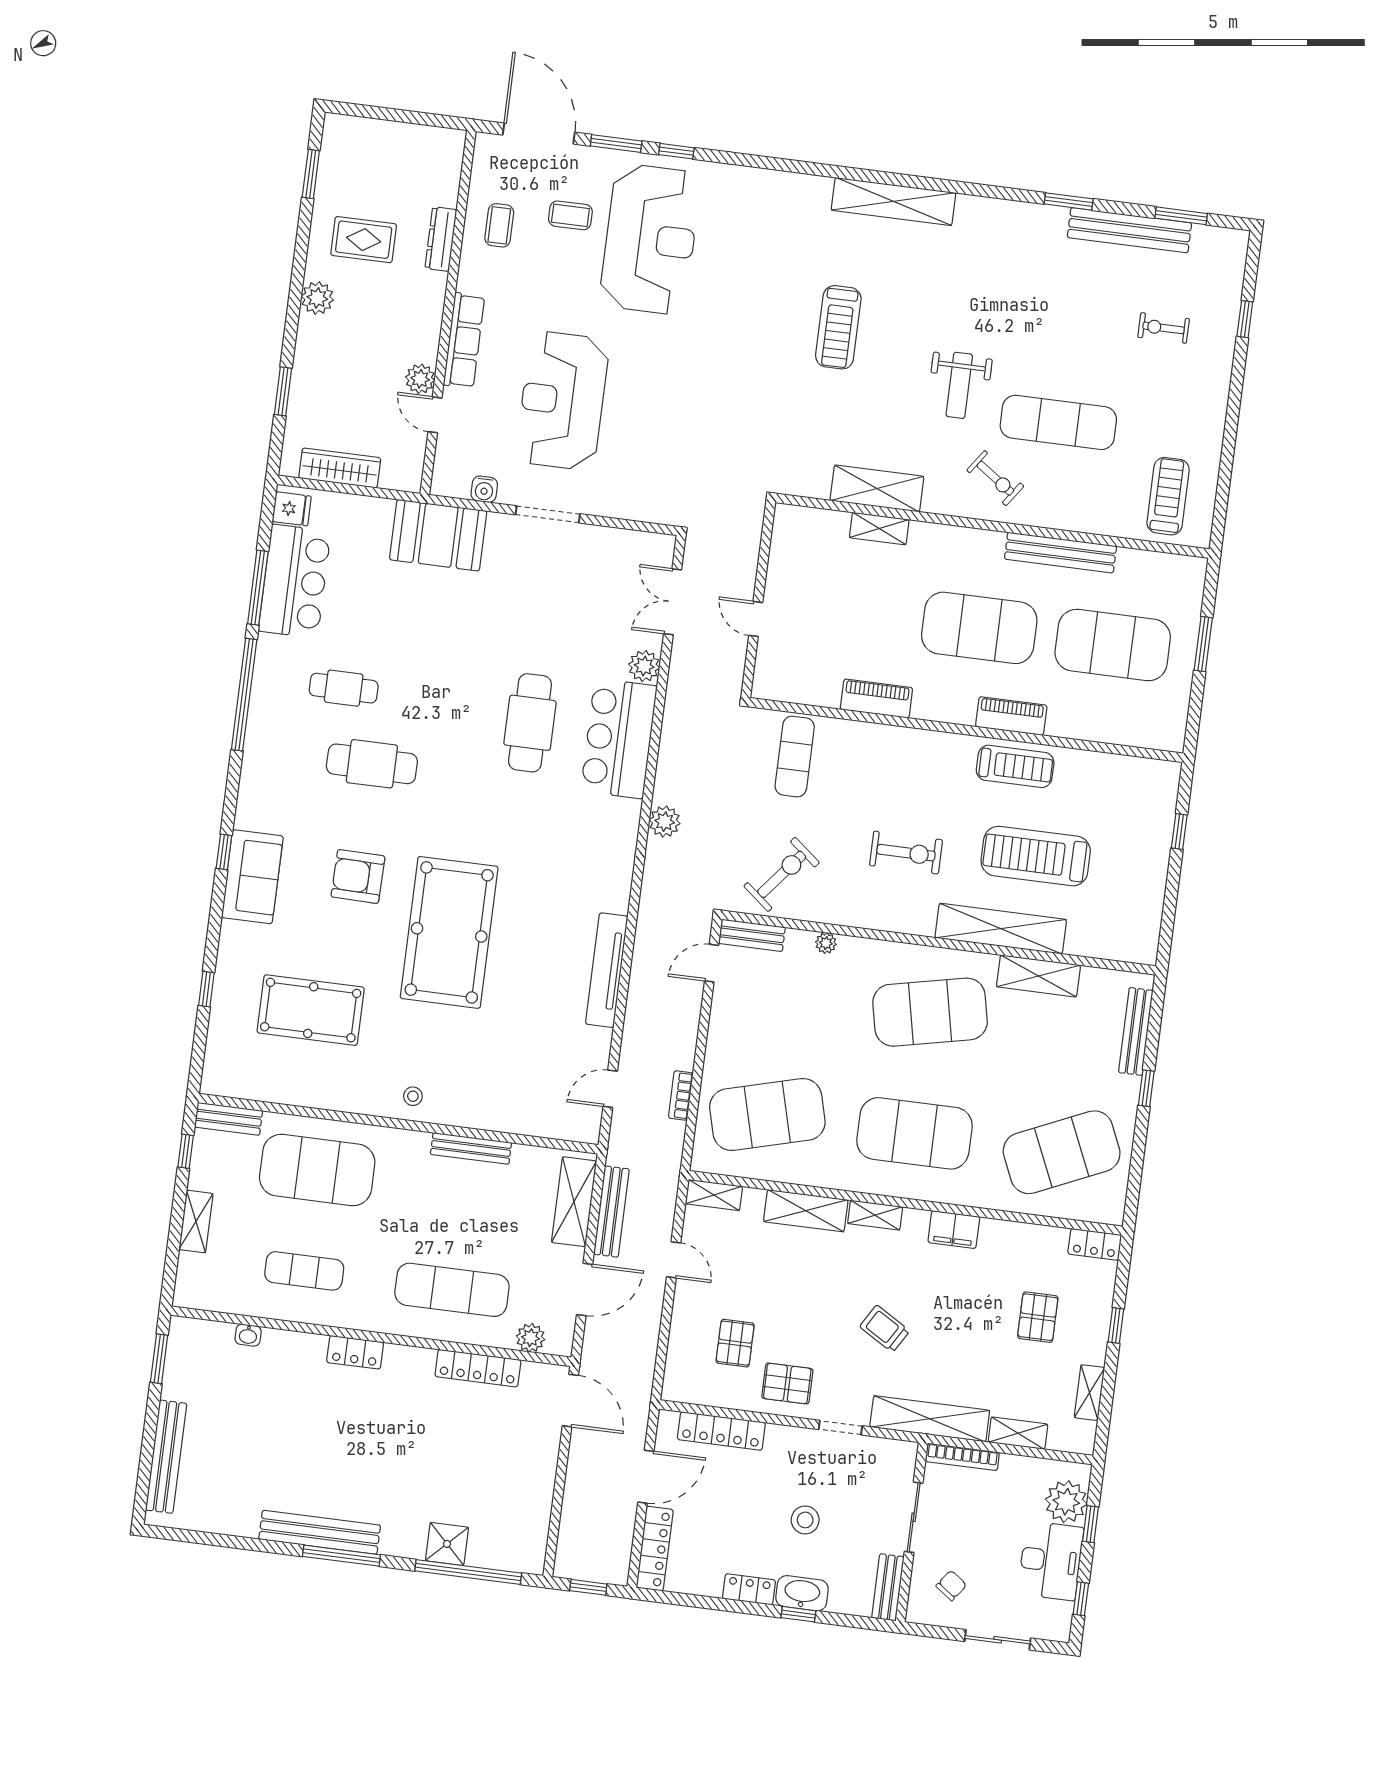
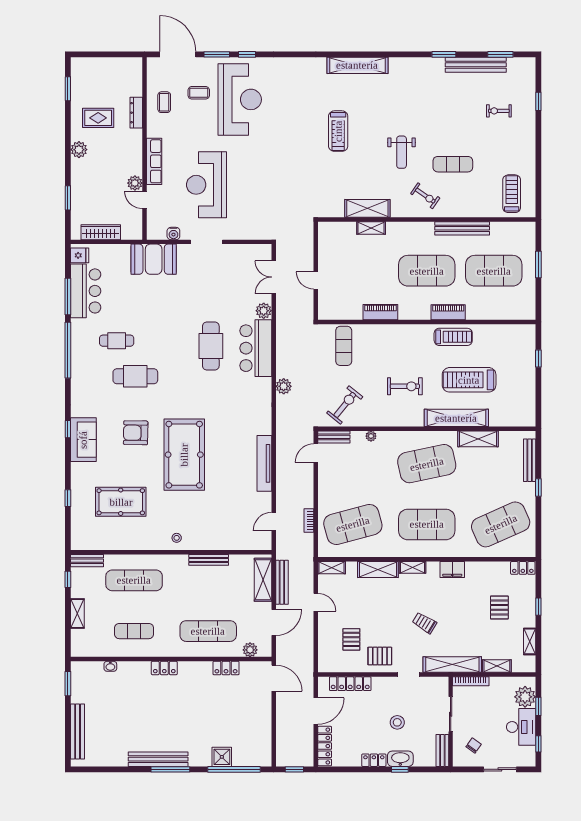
exercise mat: (1058, 422) -> (453, 164), width x0.73, depth x0.69
exercise mat: (317, 1170) -> (134, 580), width x0.68
locker: (478, 1368) -> (226, 668), width x0.66

